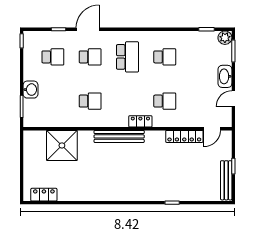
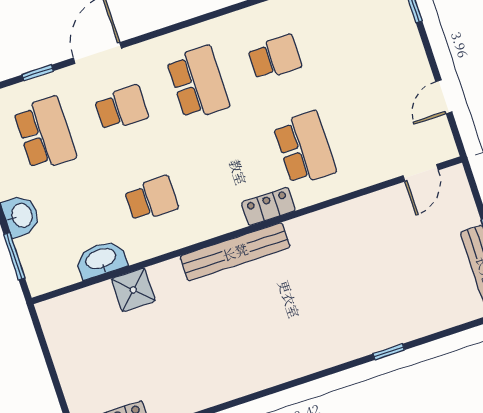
school desk: (53, 57) -> (45, 133), width x1.85
washbasin: (225, 76) -> (101, 259), moved, turned 90
school desk: (165, 101) -> (305, 148), width x1.85
locker: (184, 136) -> (369, 207), removed
shower: (62, 145) -> (133, 290), width x0.54, depth x0.54

